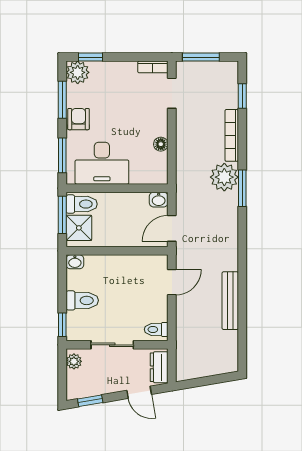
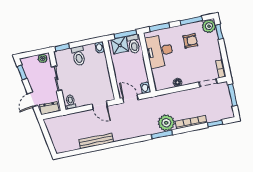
armchair: (78, 119) -> (190, 41), moved

